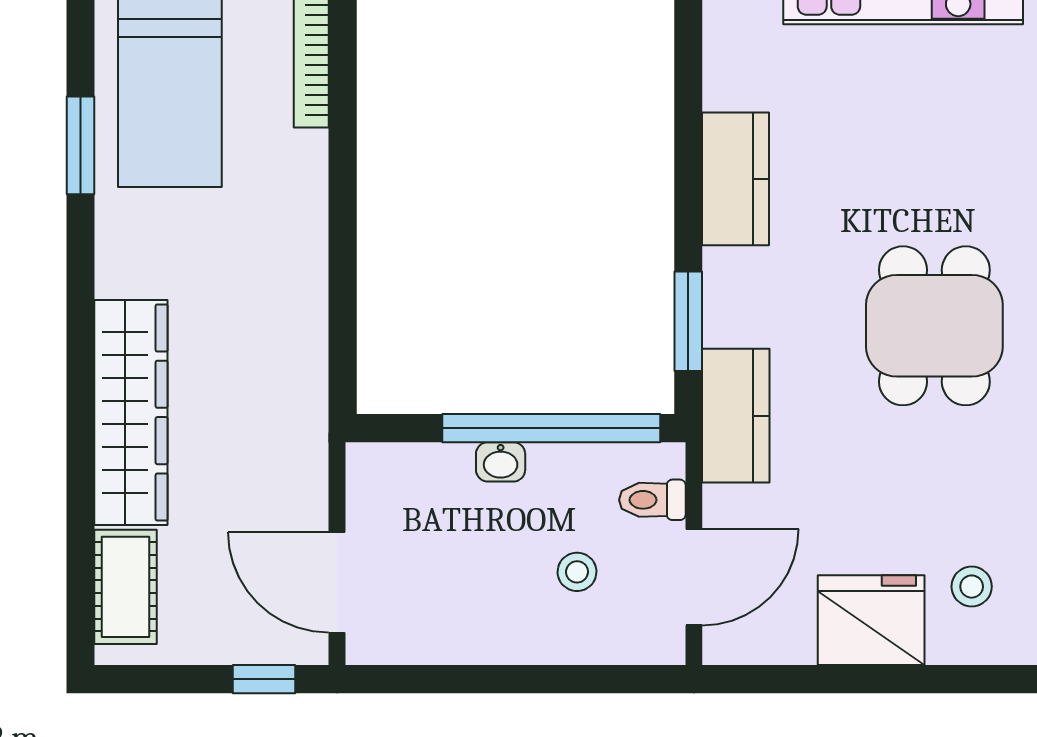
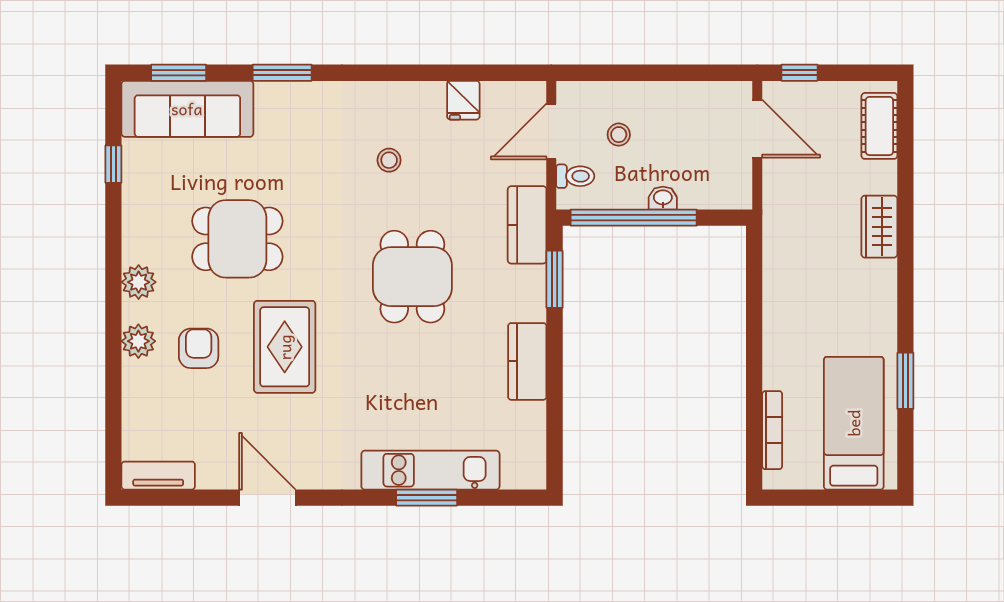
wardrobe: (131, 412) -> (879, 227), width x0.48, depth x0.85
stool: (972, 587) -> (389, 160), moved
fridge: (871, 620) -> (463, 100), width x0.53, depth x0.75

